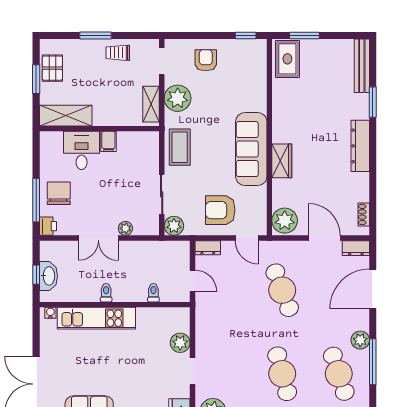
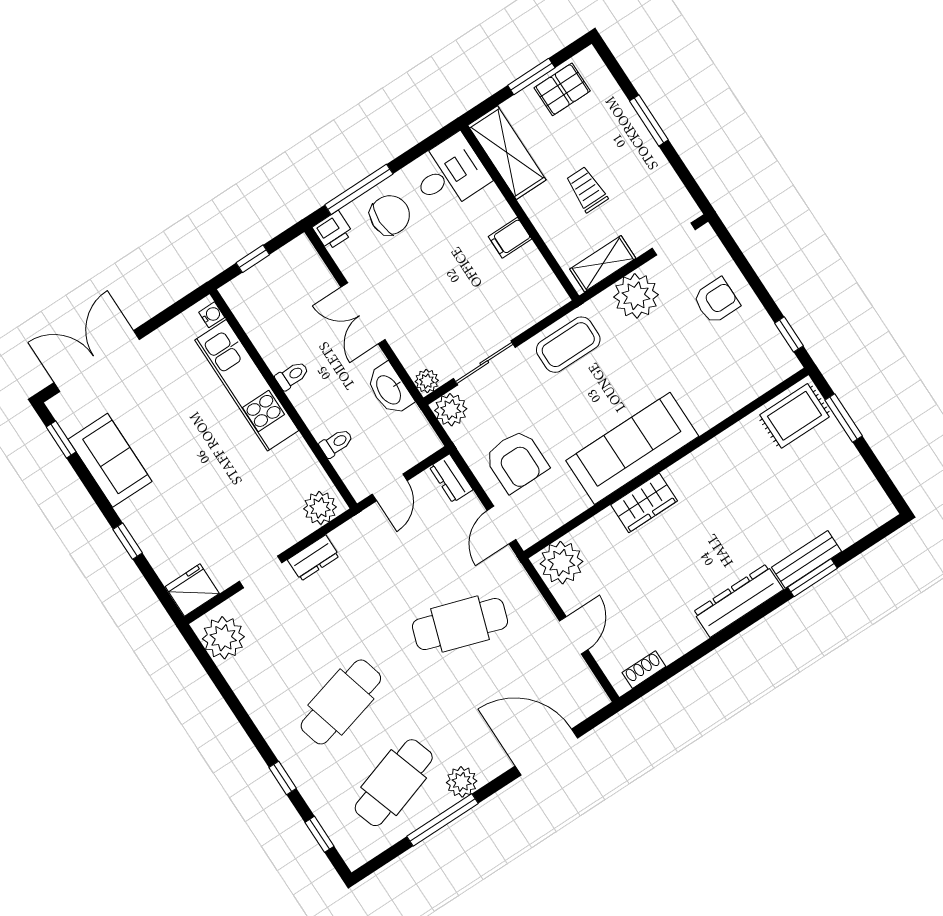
trolley: (118, 53) -> (587, 189), moved
bench: (362, 66) -> (807, 559), moved, width x0.73
desk: (82, 150) -> (450, 173), moved
armchair: (220, 210) -> (516, 461), turned 180
plant: (125, 228) -> (427, 381), moved
door: (324, 238) -> (574, 635), width x0.73
dresser: (356, 248) -> (313, 558), moved, turned -90
washbasin: (48, 276) -> (389, 389), moved, turned 90
cafe table: (282, 290) -> (460, 624), turned 39
plant: (180, 343) -> (320, 508), moved

